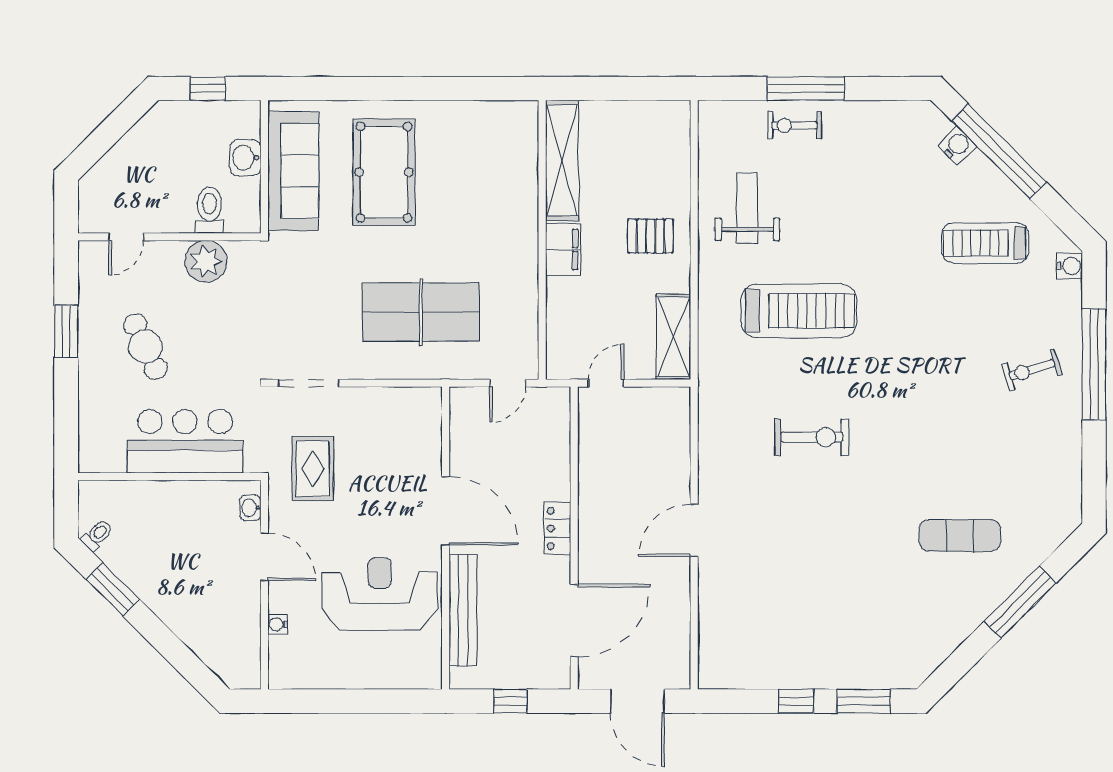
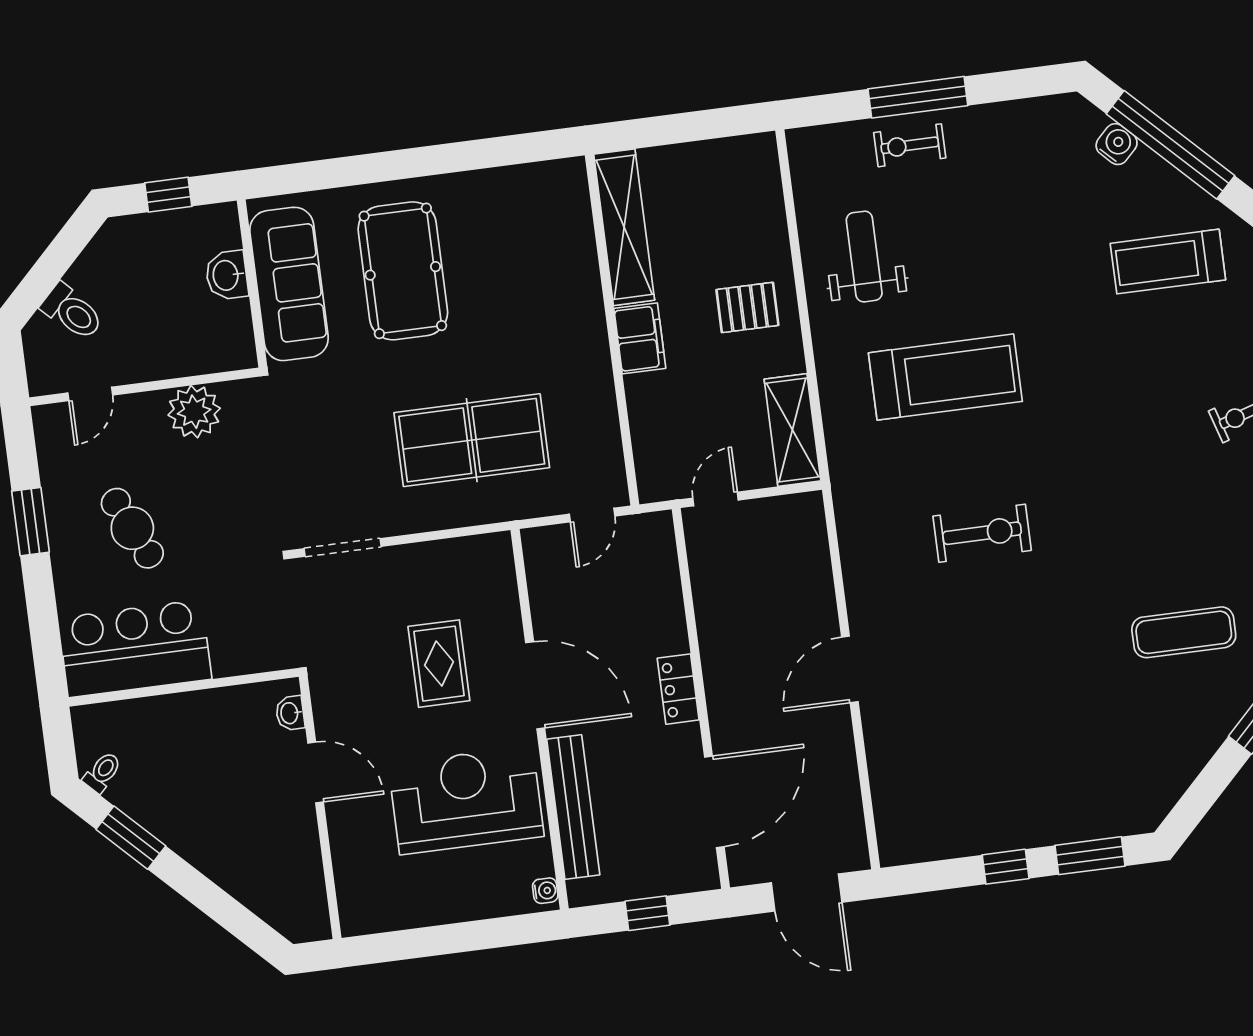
toilet: (209, 210) -> (72, 312), moved, turned 135
bar counter: (185, 441) -> (135, 649), moved
rug: (313, 469) -> (439, 664), moved
water cooler: (277, 624) -> (545, 891), moved, turned 180

